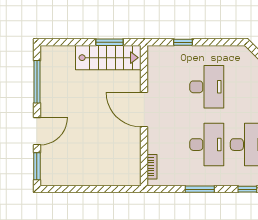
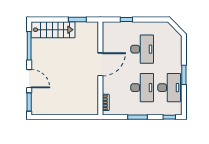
stairs: (108, 58) -> (53, 30), moved
door: (144, 110) -> (100, 64), swing flipped
door: (37, 131) -> (29, 79), hinge flipped

